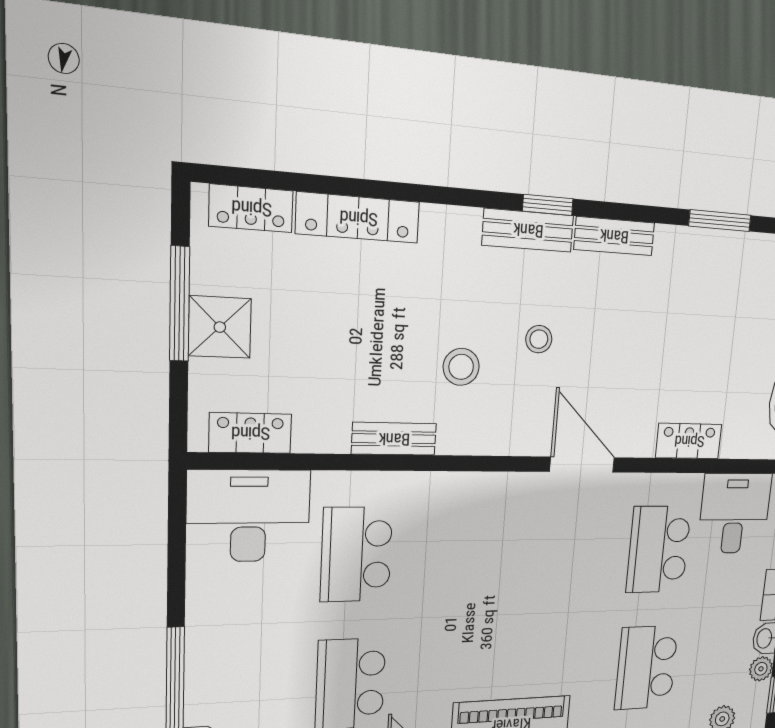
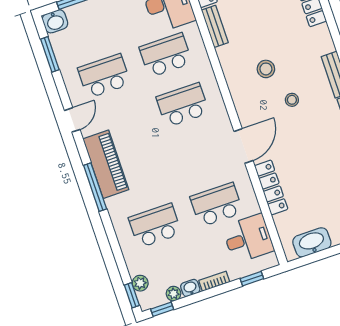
bench: (394, 439) -> (215, 26), moved
locker: (689, 441) -> (271, 187), width x1.53
school desk: (464, 553) -> (183, 105), added

